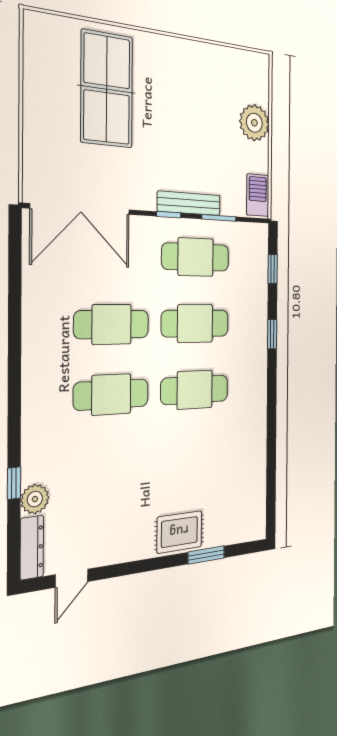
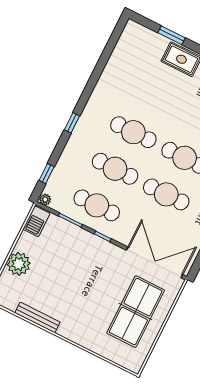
table tennis table: (107, 89) -> (136, 312), moved
bench: (189, 203) -> (37, 317), moved
plant: (260, 232) -> (45, 200), added
window: (272, 334) -> (72, 123), moved

